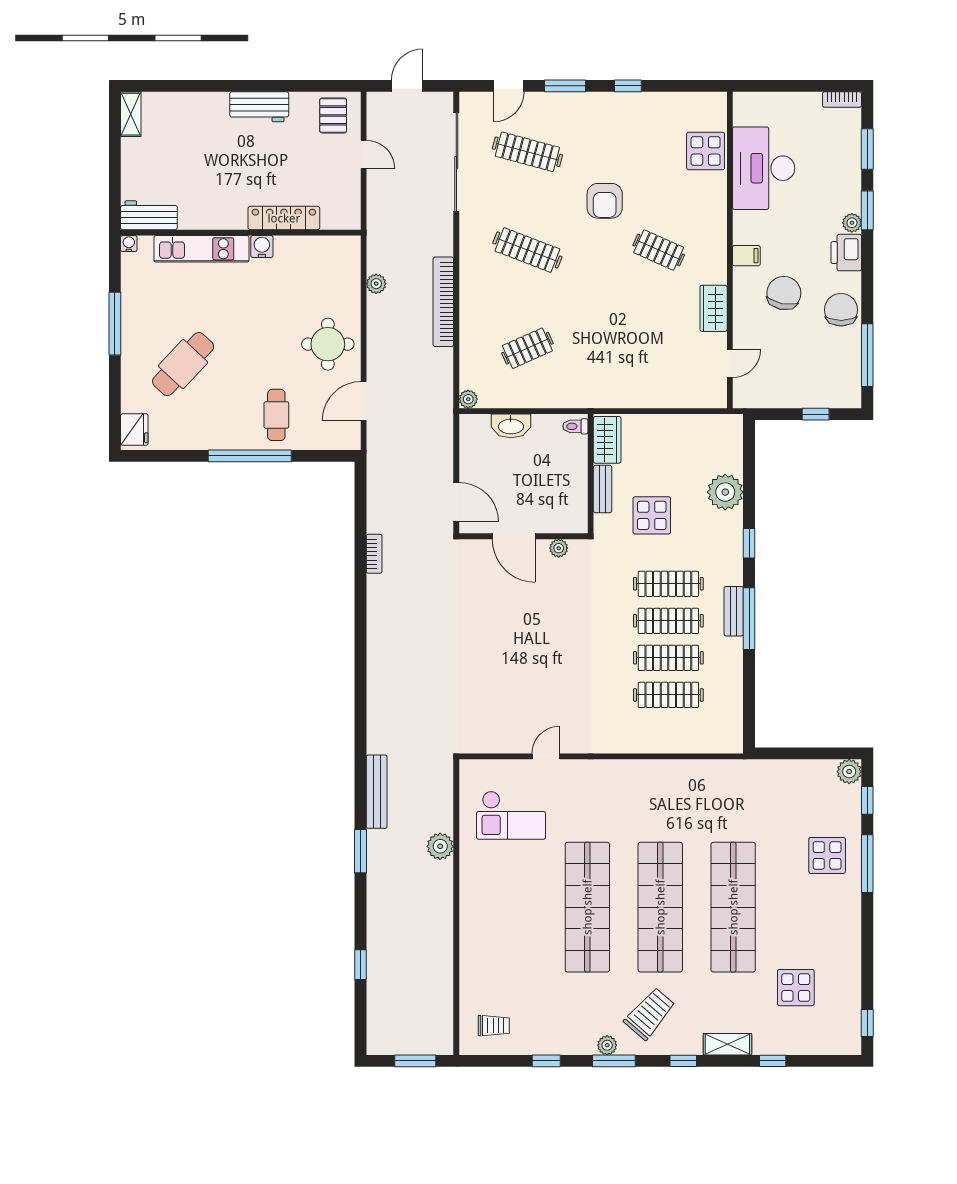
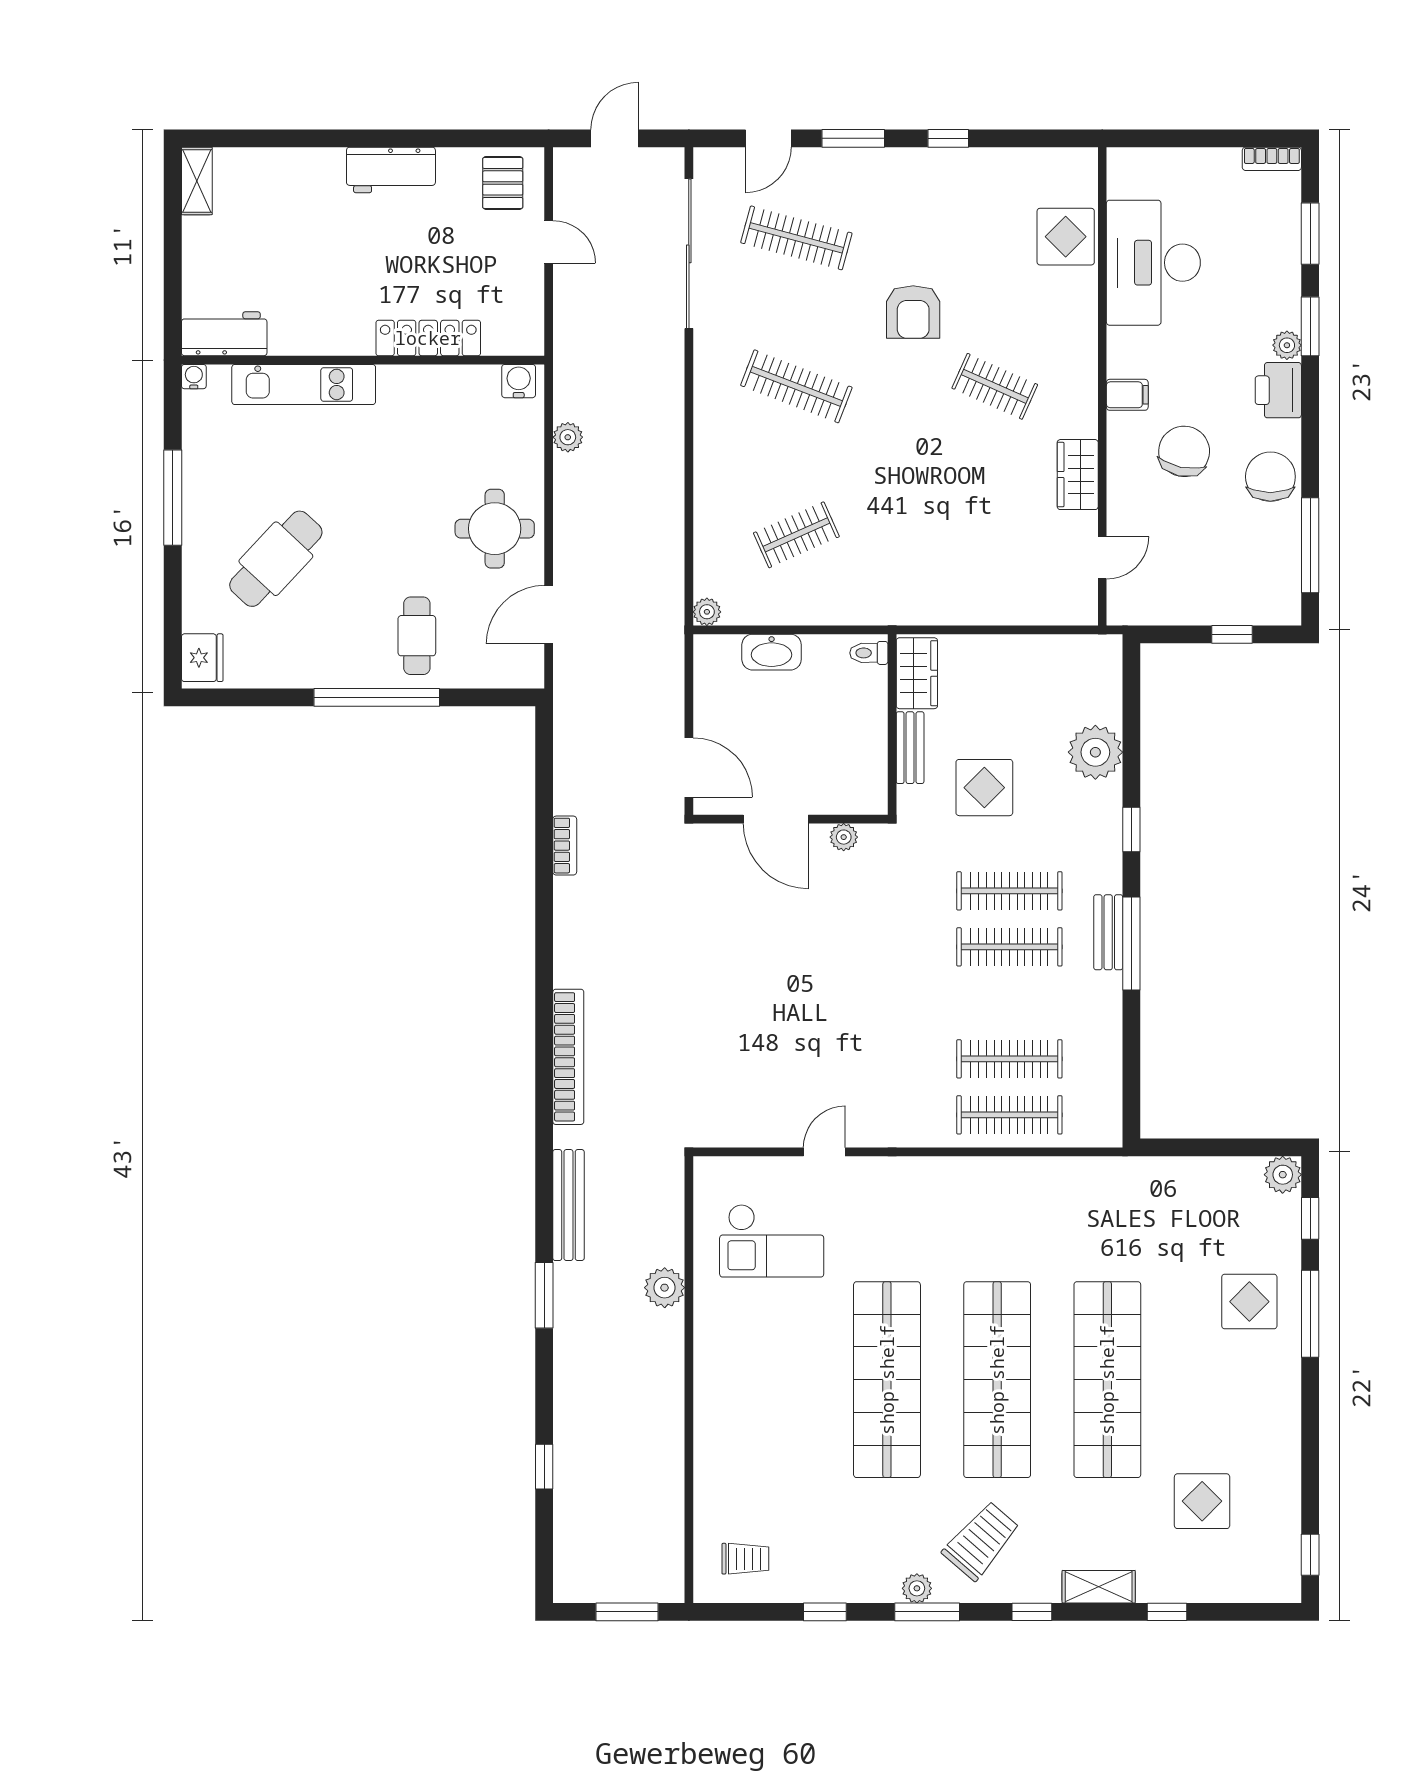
water cooler: (262, 246) -> (519, 381), moved
bookcase: (443, 302) -> (568, 1057), moved, turned 180
clothes rail: (668, 658) -> (1009, 1115), moved

